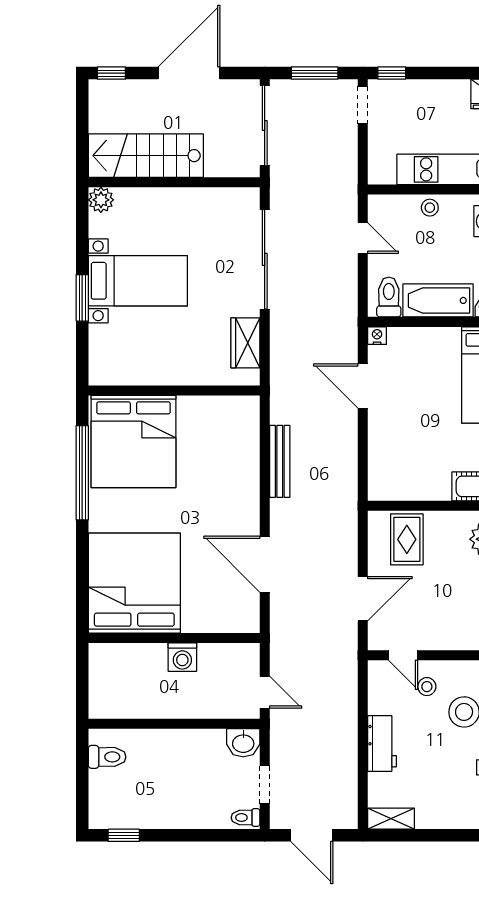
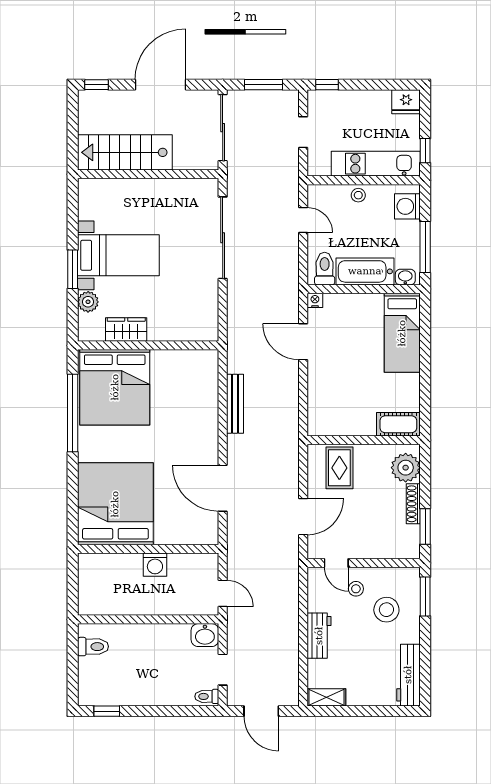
doorway: (363, 105) -> (303, 132), moved
plant: (101, 200) -> (88, 302), moved
wardrobe: (245, 343) -> (126, 330), moved, turned 90

